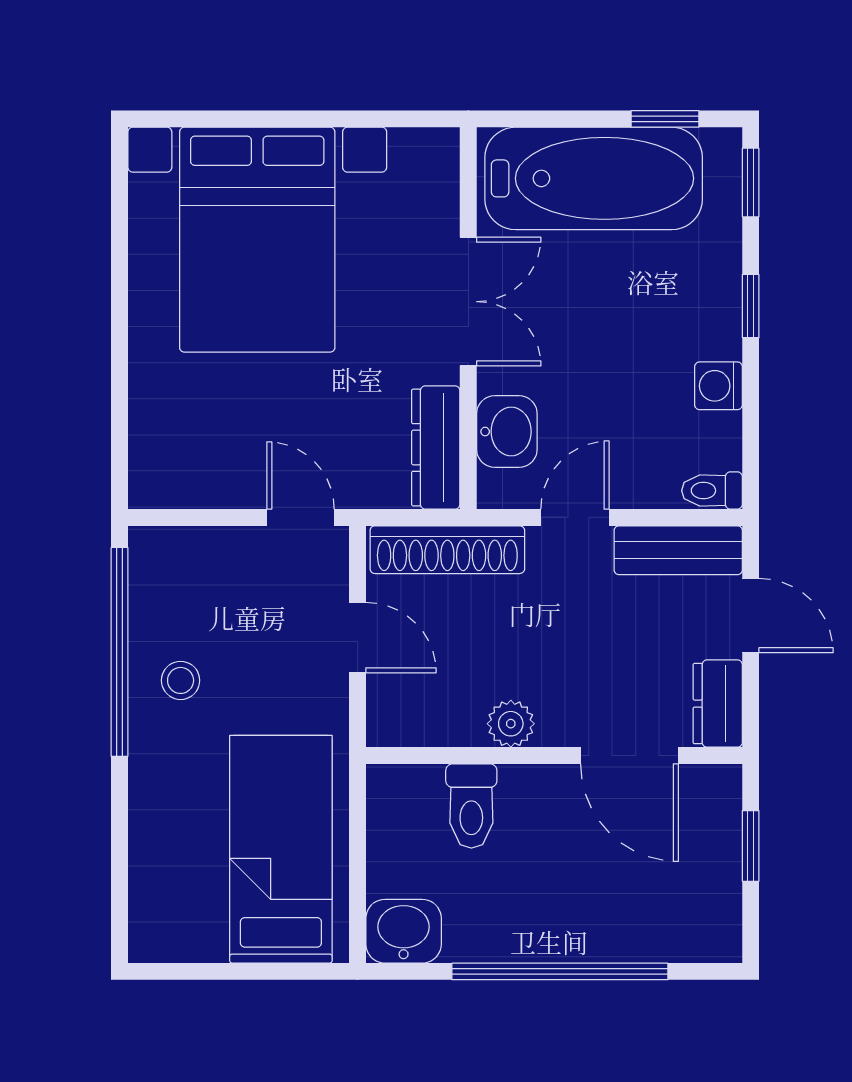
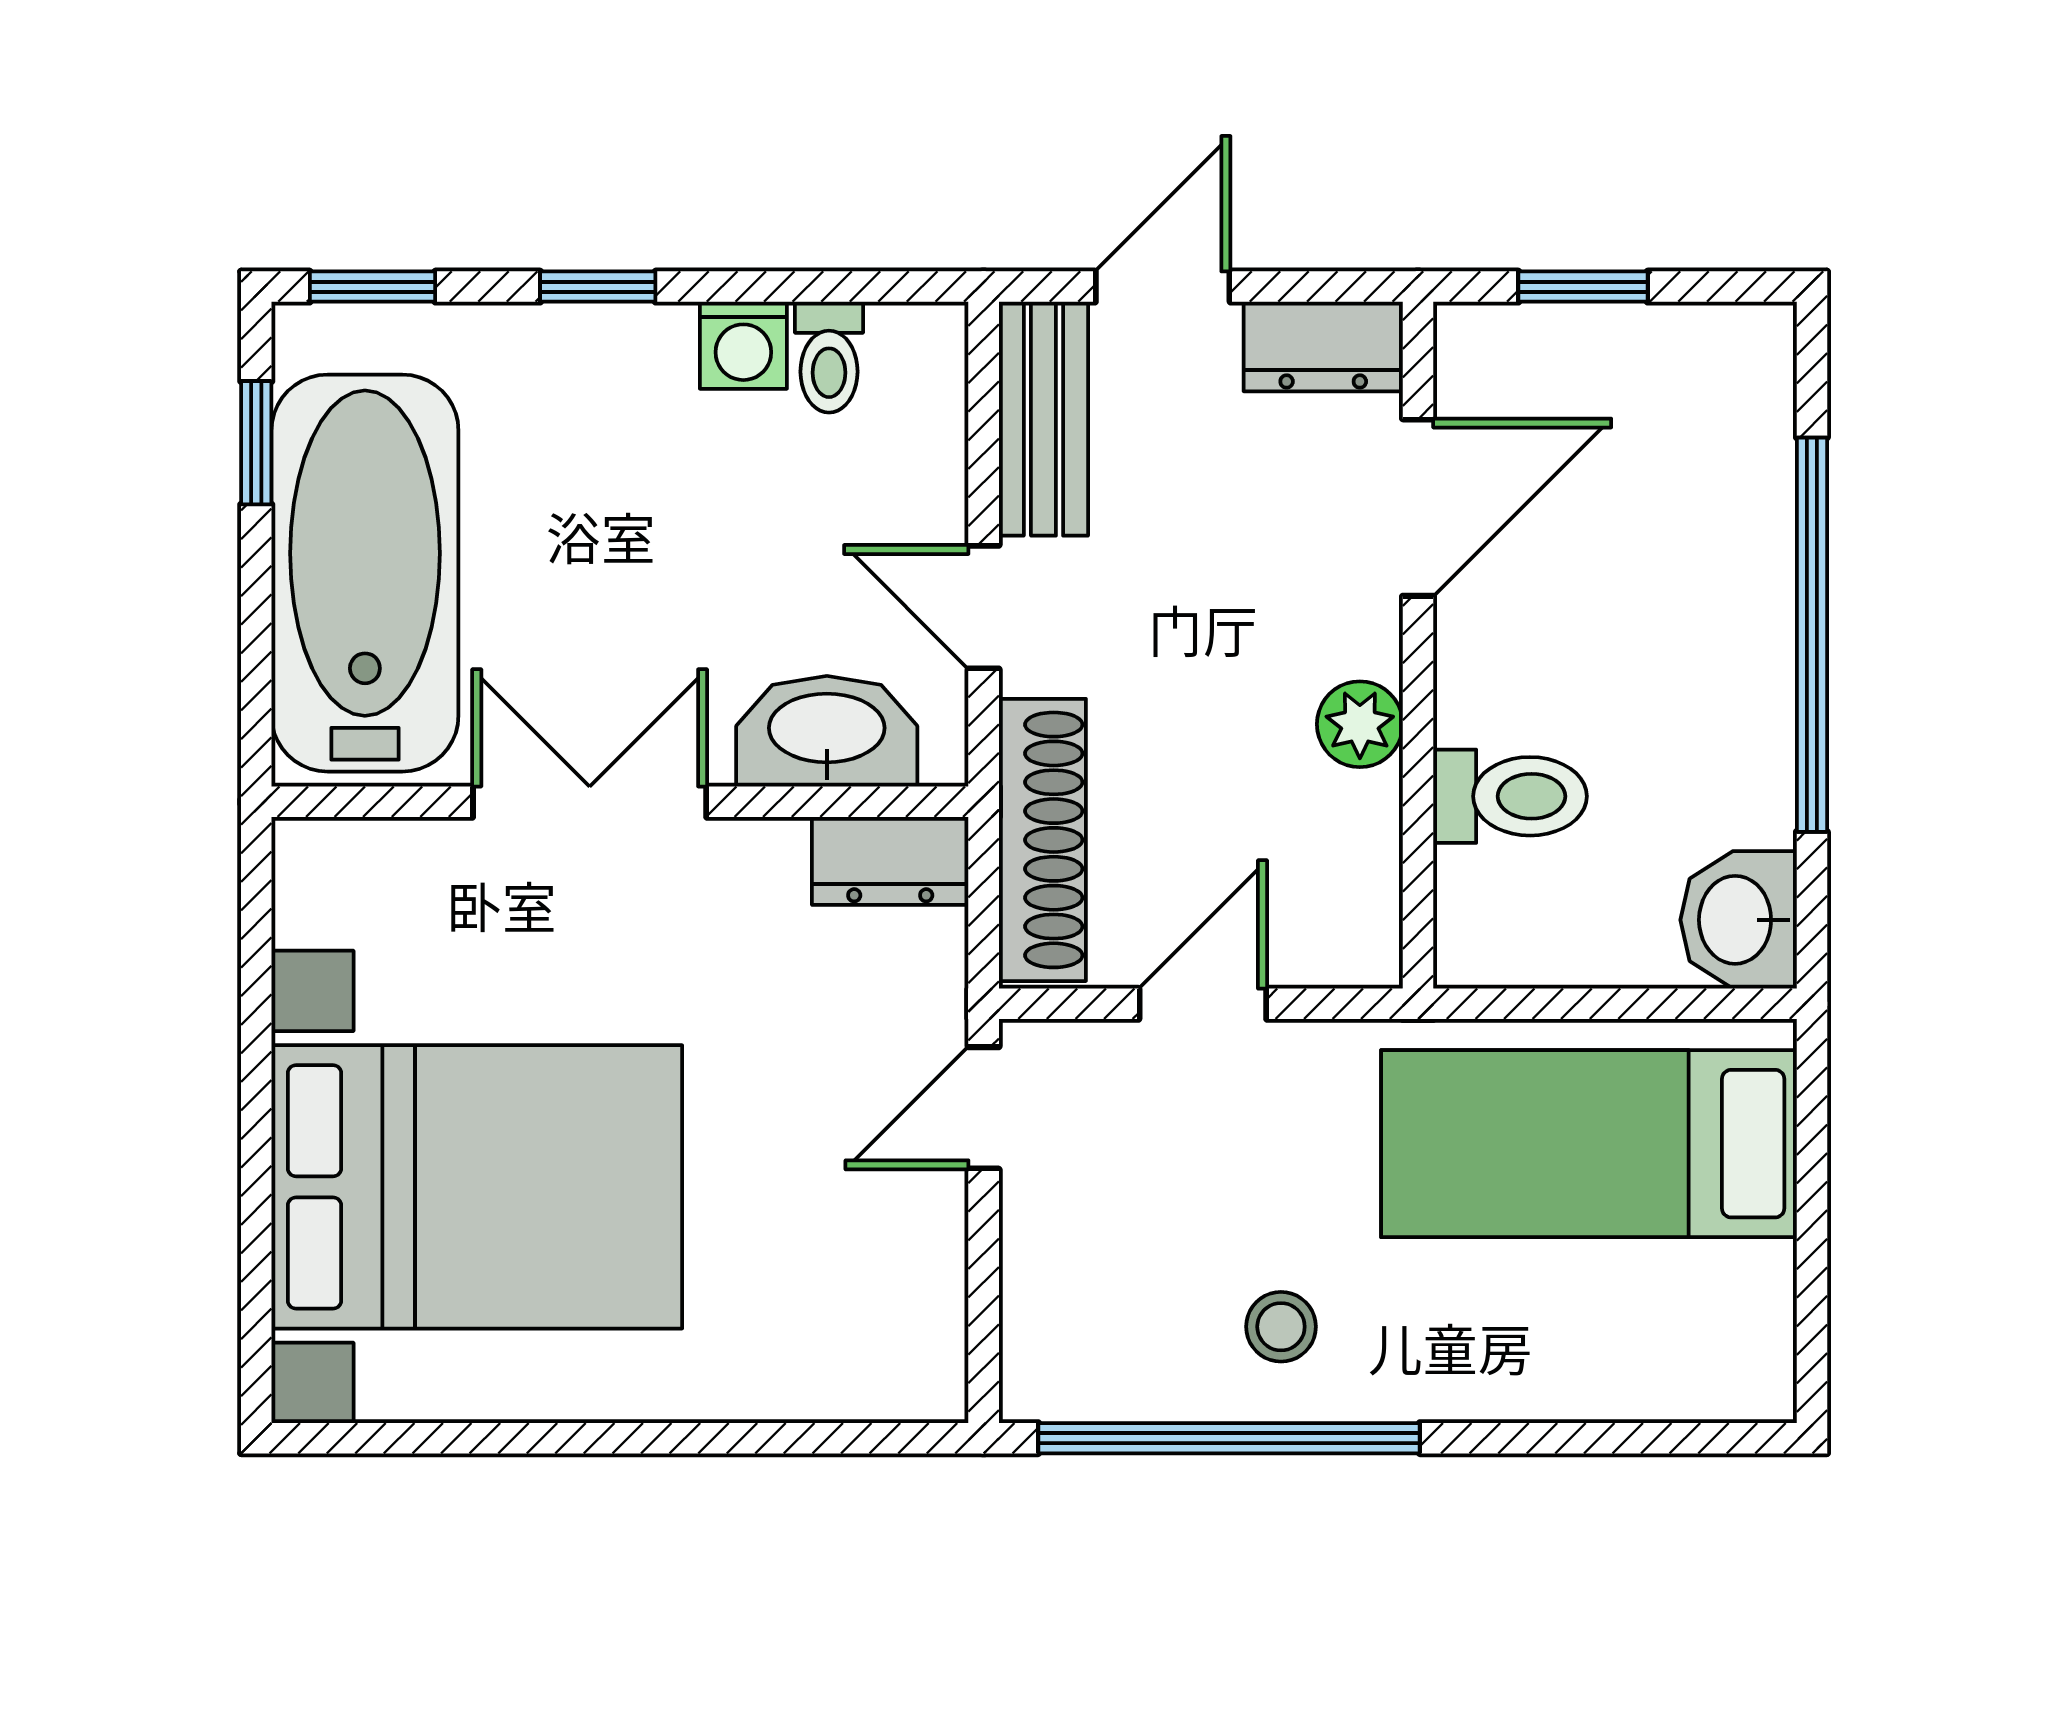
washbasin: (507, 432) -> (827, 731), width x1.38
dresser: (436, 448) -> (890, 861), width x0.70
toilet: (712, 491) -> (829, 357), moved

